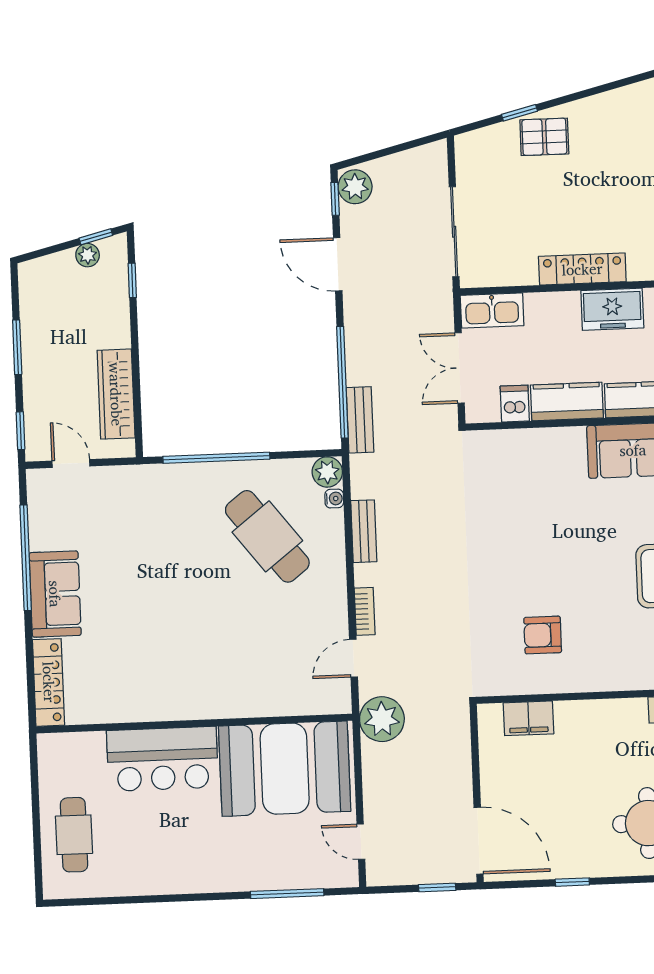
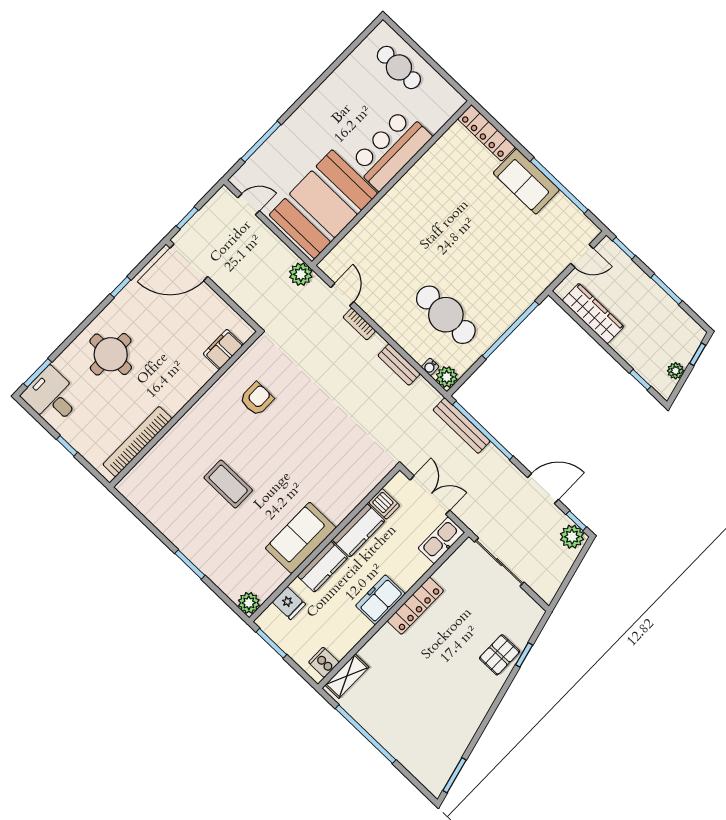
window: (96, 237) -> (698, 354), moved
bench: (360, 420) -> (461, 426), width x1.36
cafe table: (267, 536) -> (446, 315), turned 38
plant: (382, 719) -> (301, 274), width x0.73, depth x0.73

